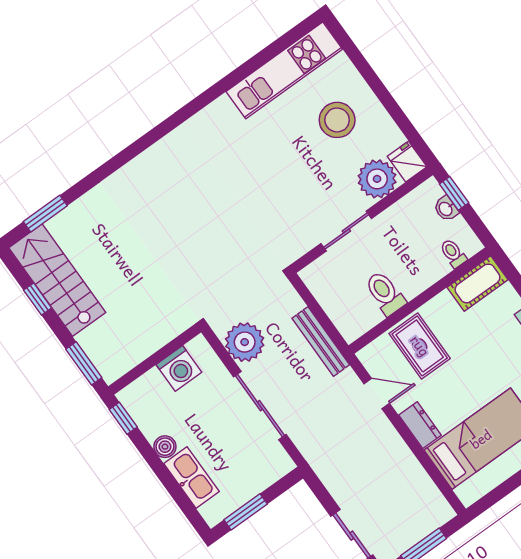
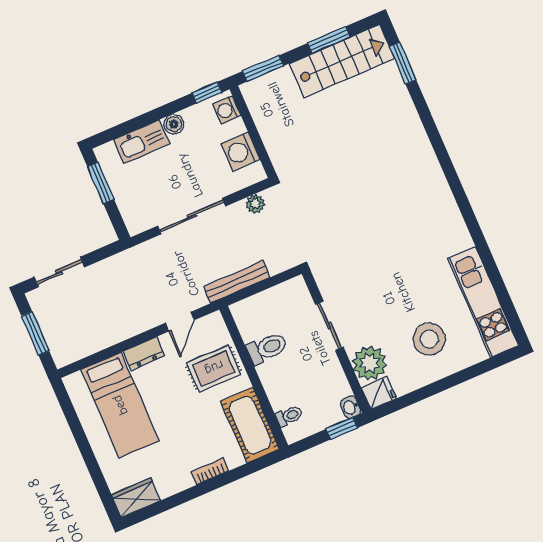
washbasin: (446, 209) -> (351, 407), moved, turned -90
cot: (477, 283) -> (250, 425), width x1.37, depth x1.34
window: (38, 299) -> (329, 40), width x1.50
plant: (245, 342) -> (255, 204), width x0.53, depth x0.53
washing machine: (137, 393) -> (227, 110), added

